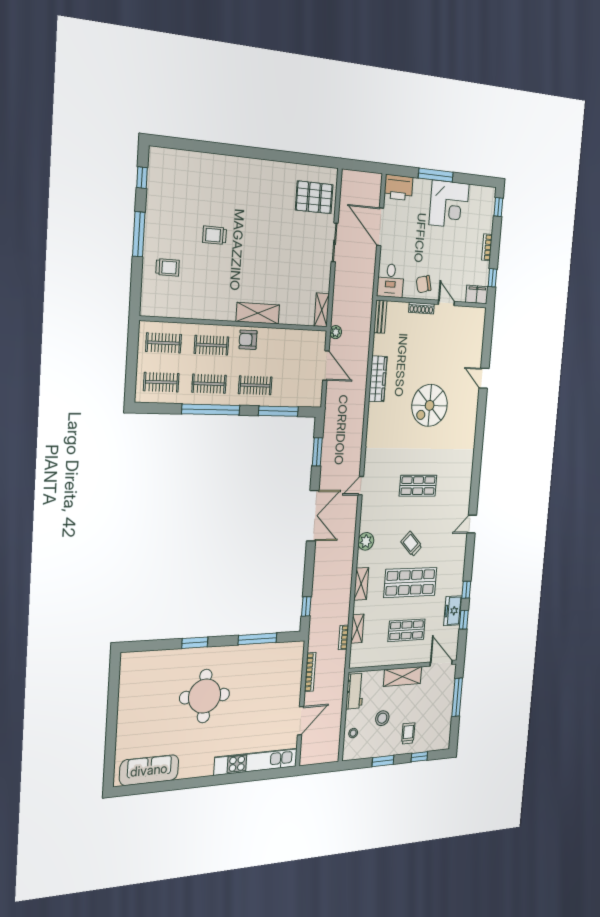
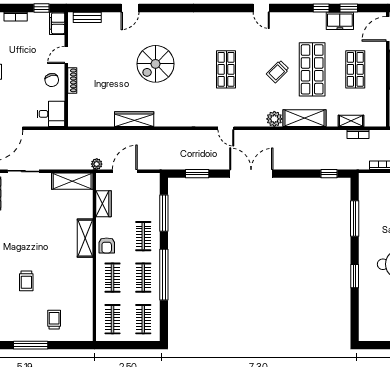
shelving: (322, 310) -> (72, 181), width x1.50, depth x1.33
bench: (380, 317) -> (87, 17), moved
wardrobe: (293, 338) -> (104, 204), added
spiral stairs: (430, 405) -> (156, 64), turned 90
shelving: (361, 584) -> (304, 118), width x1.50, depth x1.33

